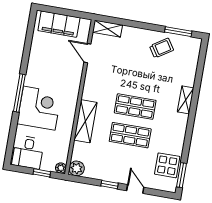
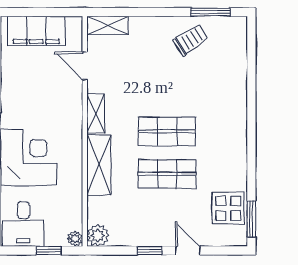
shelving: (186, 100) -> (96, 113), moved

